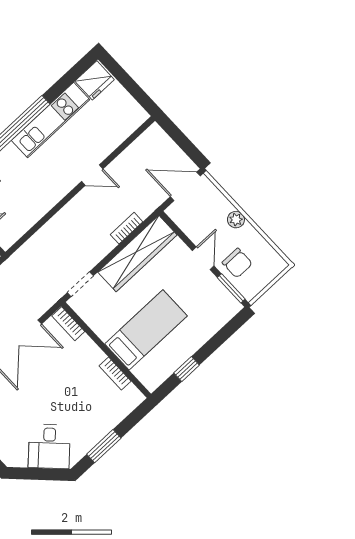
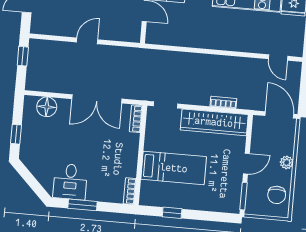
door: (92, 175) -> (278, 58), moved
chair: (237, 263) -> (277, 195), moved
bookcase: (115, 374) -> (130, 191), moved
desk: (49, 446) -> (70, 182), moved, turned -45

